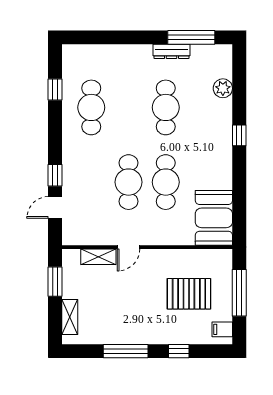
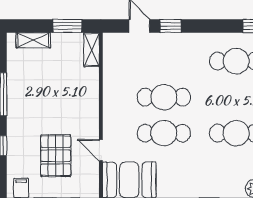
door: (129, 247) -> (101, 150), moved
shelving: (98, 257) -> (92, 50), moved

